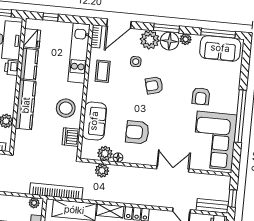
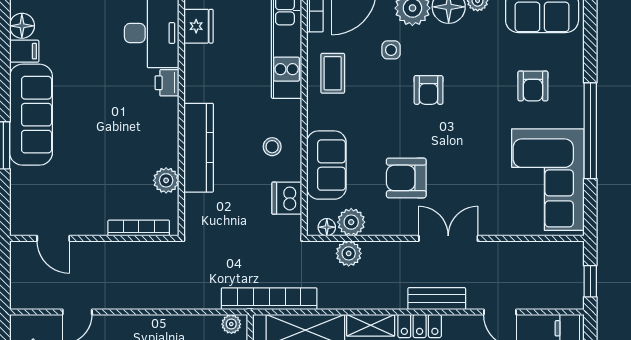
kitchen counter: (29, 64) -> (198, 73), removed
armchair: (154, 85) -> (429, 90), turned -75
armchair: (201, 96) -> (533, 86), moved
stool: (66, 108) -> (272, 147), width x0.53, depth x0.53
floor lamp: (118, 158) -> (327, 227), moved
double door: (173, 169) -> (448, 238), moved
bench: (212, 206) -> (437, 299), moved

